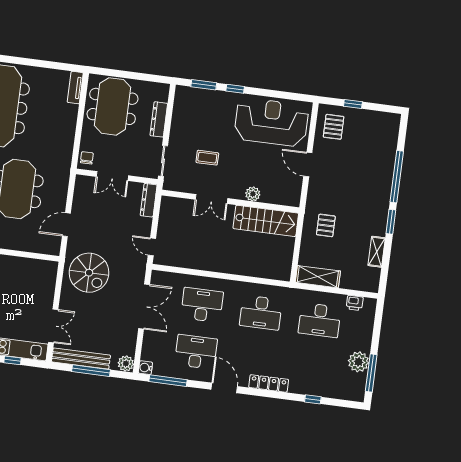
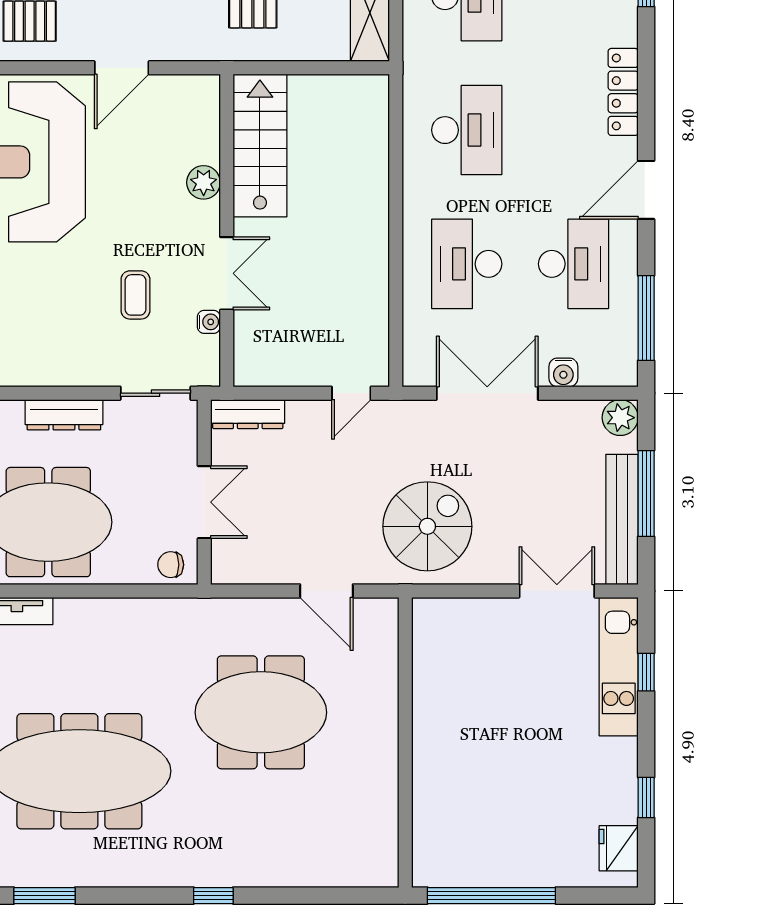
water cooler: (191, 188) -> (209, 322), added
desk: (196, 352) -> (574, 264), turned 180
water cooler: (145, 368) -> (563, 372), moved

